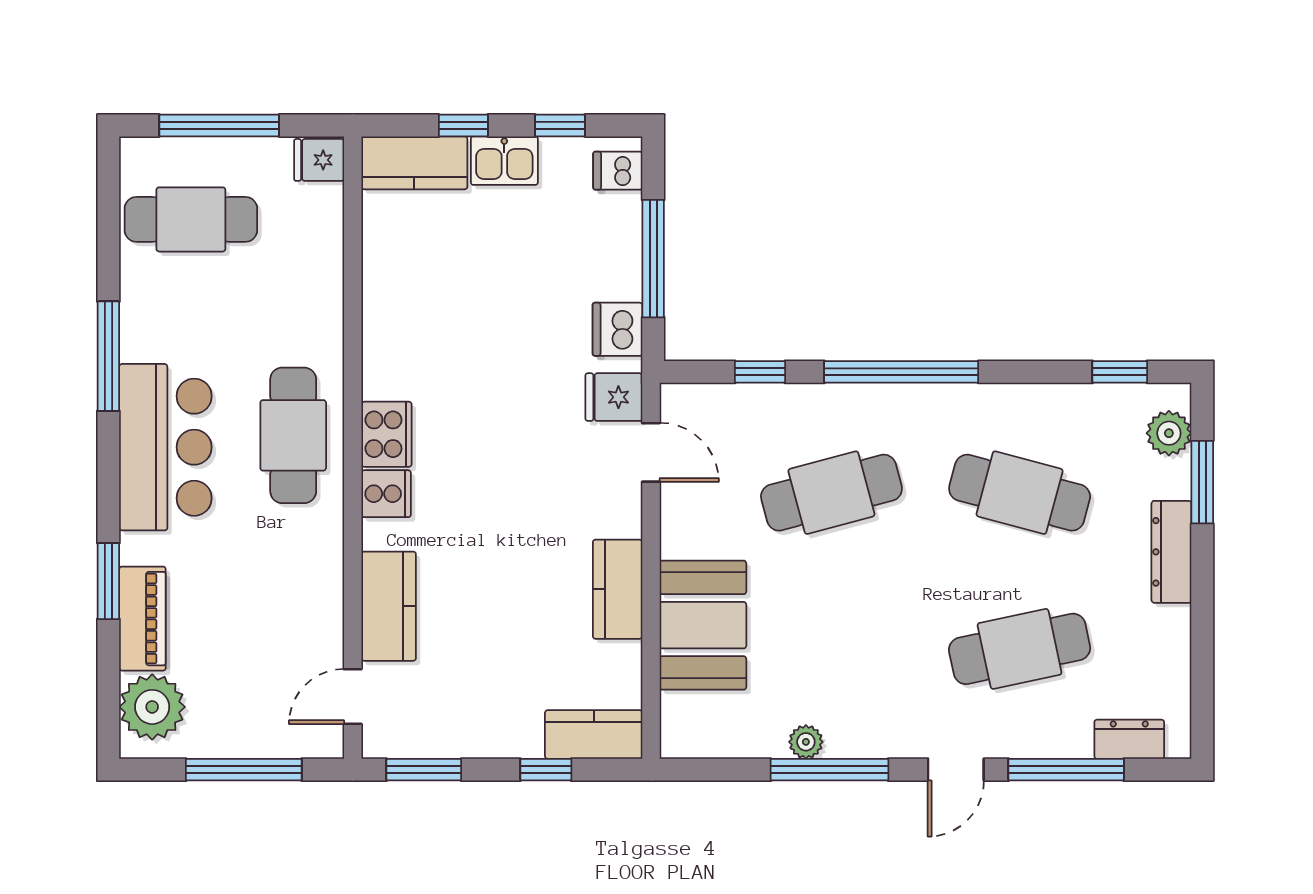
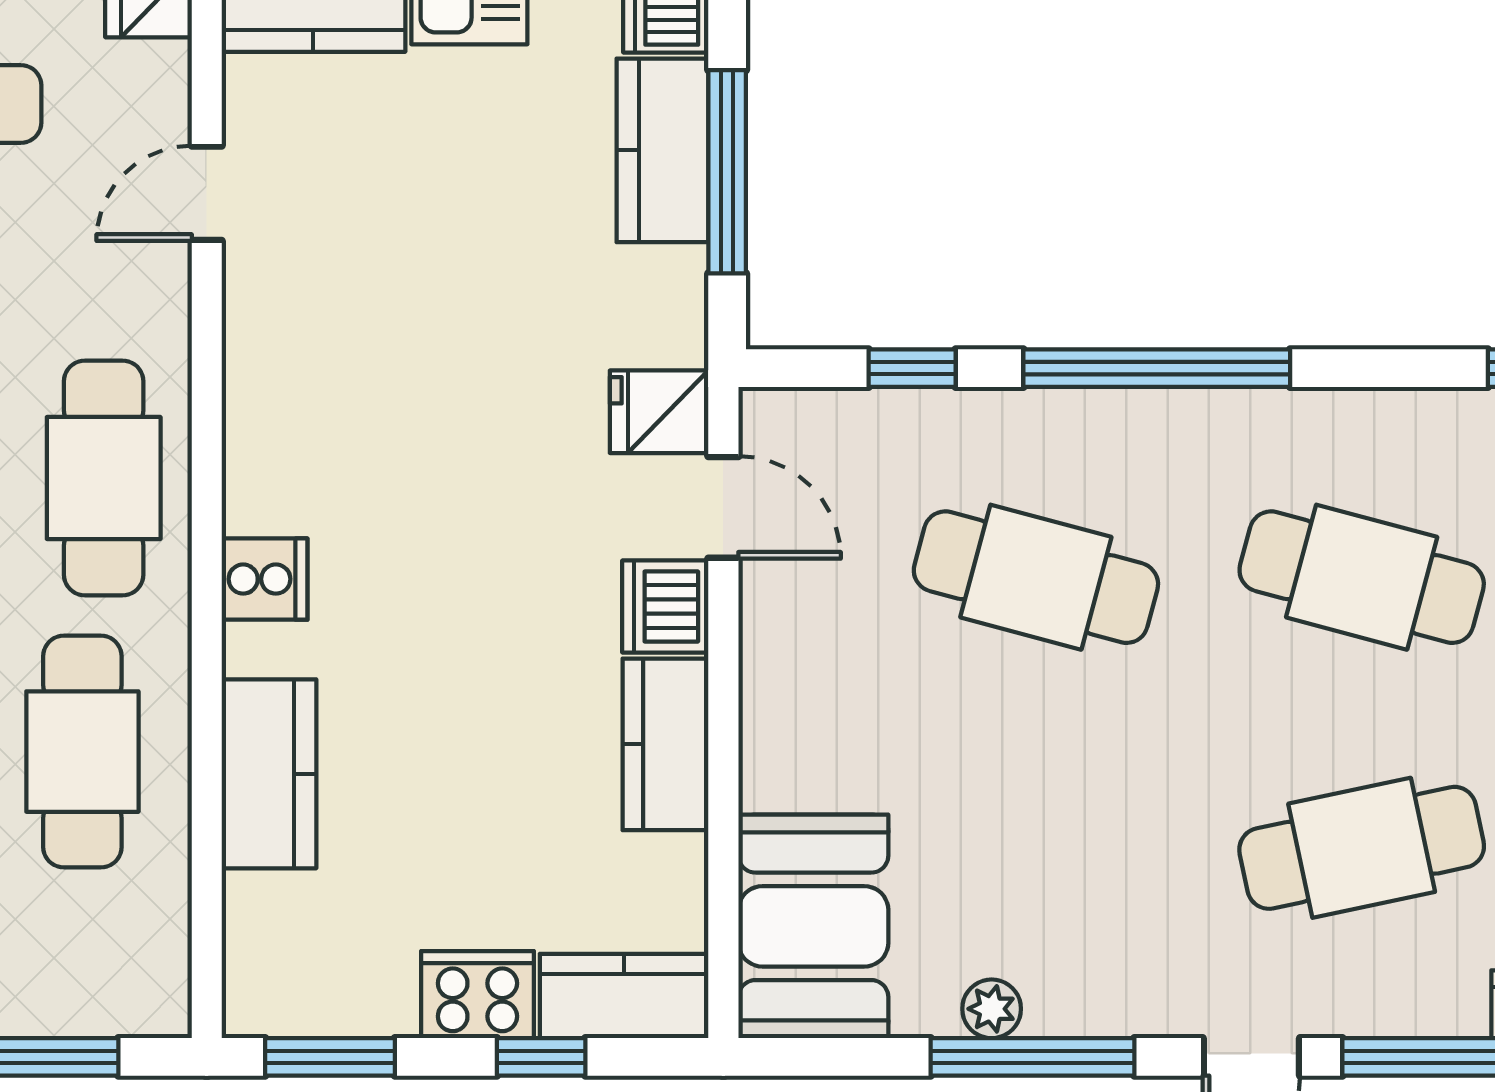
kitchen counter: (616, 246) -> (662, 150), added
dishwasher: (617, 329) -> (665, 606), moved
cooker: (386, 434) -> (477, 995), moved, turned -90
cafe table: (831, 493) -> (1036, 577), turned 30
cafe table: (281, 593) -> (82, 752), added
booth: (703, 625) -> (813, 926), moved
door: (353, 697) -> (207, 193), moved

